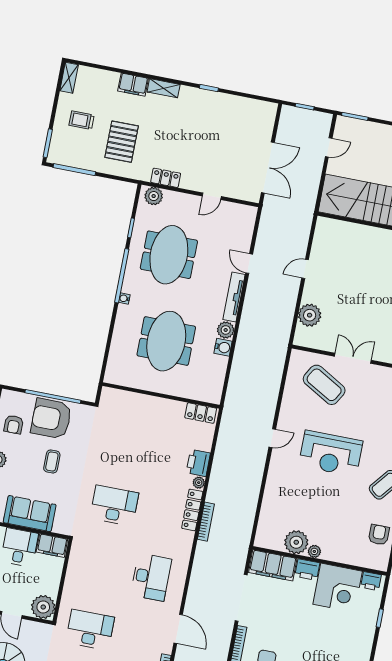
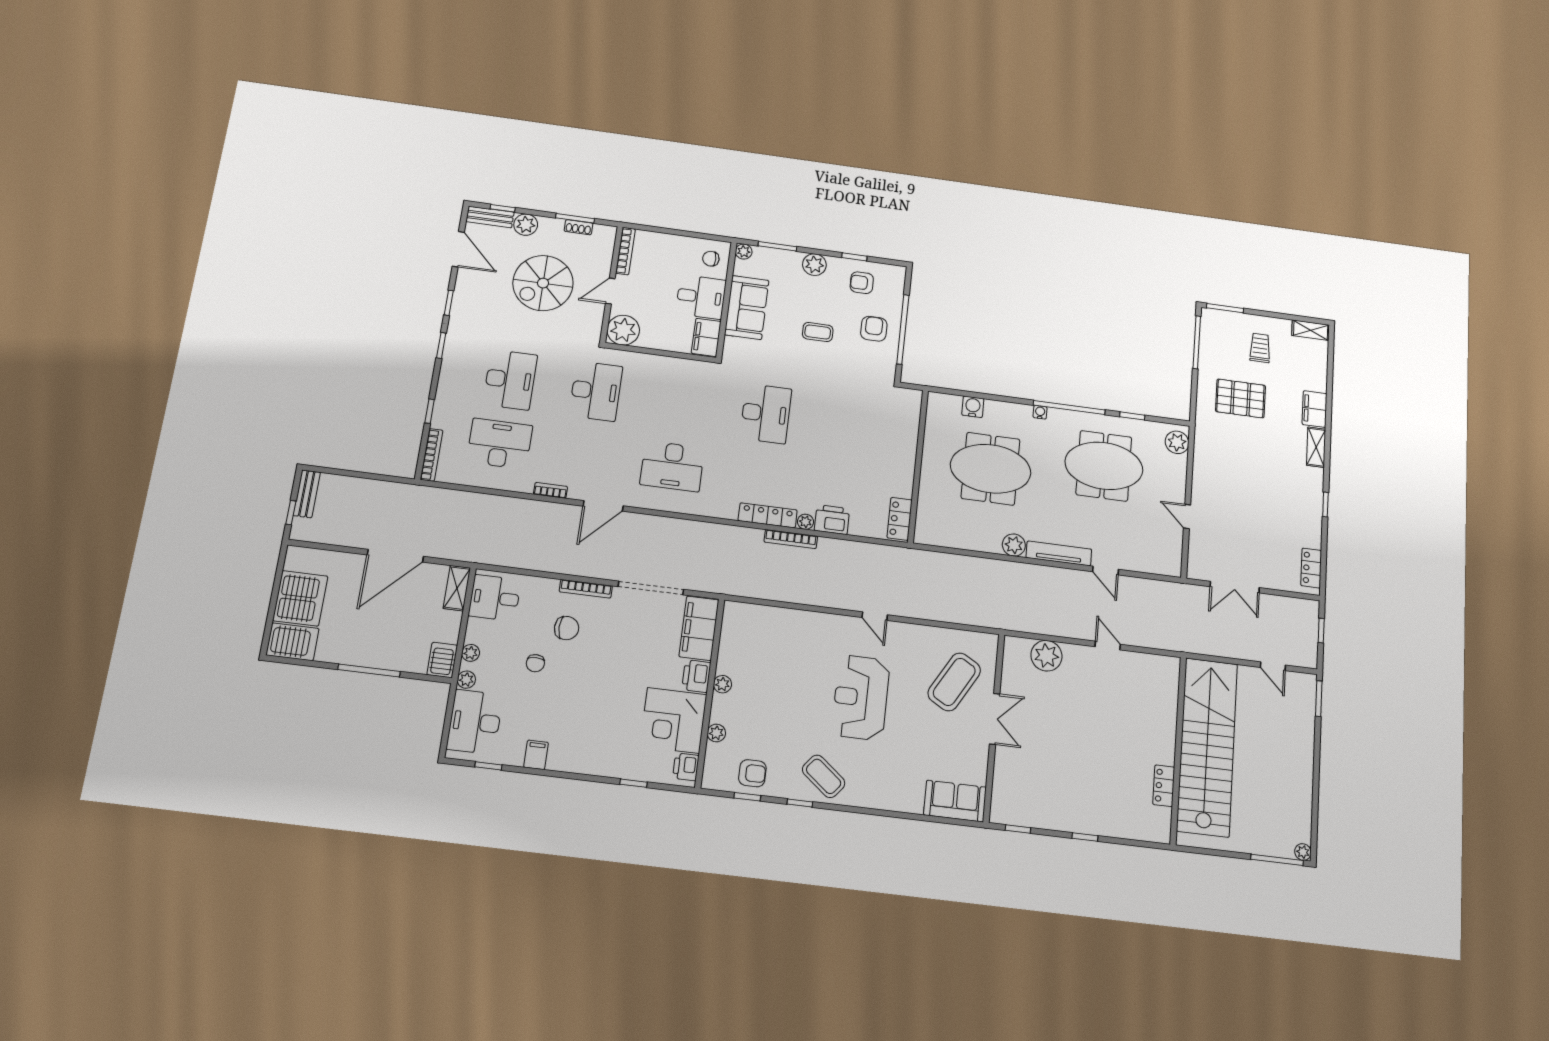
double door: (268, 167) -> (1235, 587), width x0.73
locker: (166, 178) -> (1311, 568), moved, turned 180
door: (249, 264) -> (1105, 571), swing flipped
water cooler: (223, 347) -> (973, 407), moved, turned 180
armchair: (51, 419) -> (874, 329), width x0.53, depth x0.53
bookcase: (206, 522) -> (791, 539), moved
plant: (296, 542) -> (716, 733), moved, width x0.53, depth x0.53

